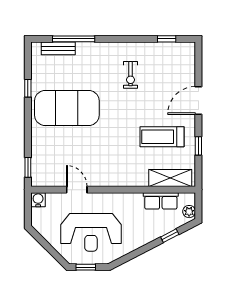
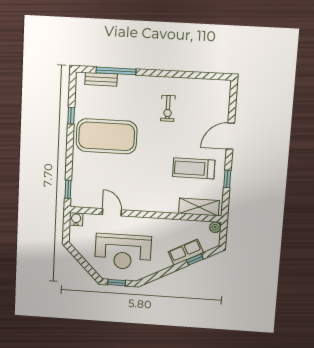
window: (167, 39) -> (204, 76), removed
row of seats: (161, 201) -> (186, 252), moved, turned 153
plant: (189, 212) -> (215, 227), moved

